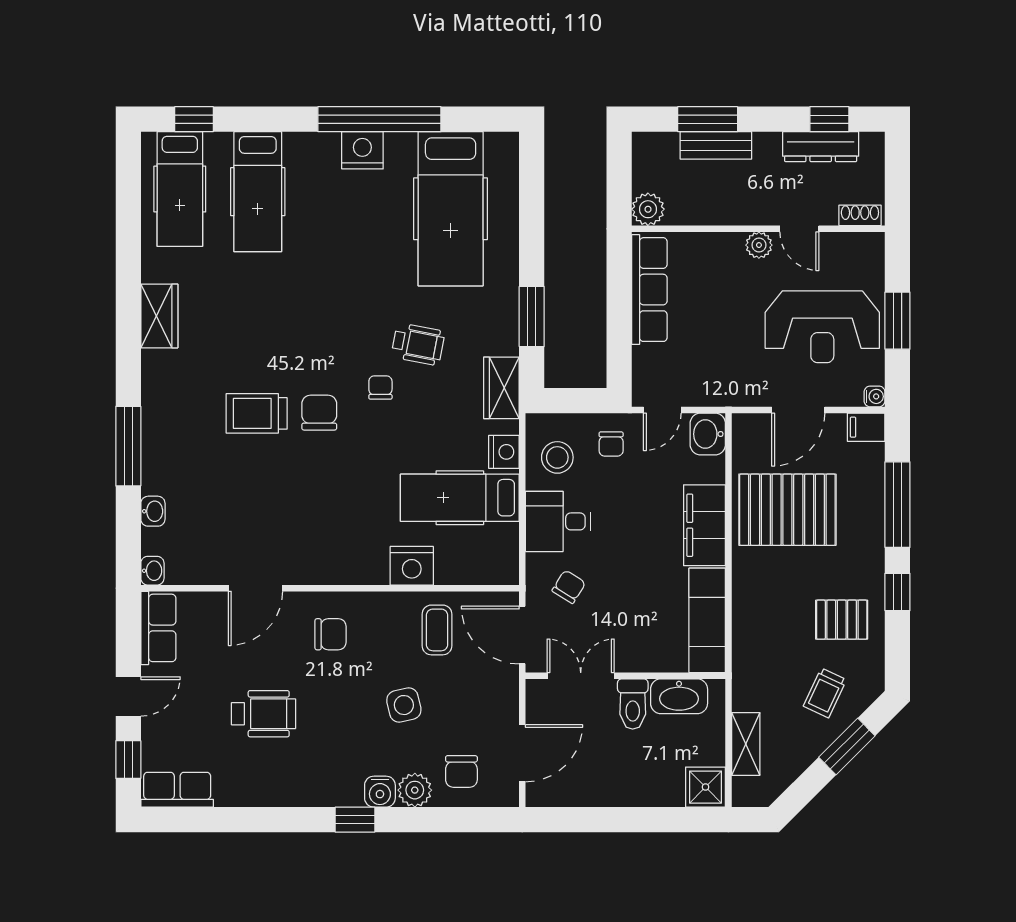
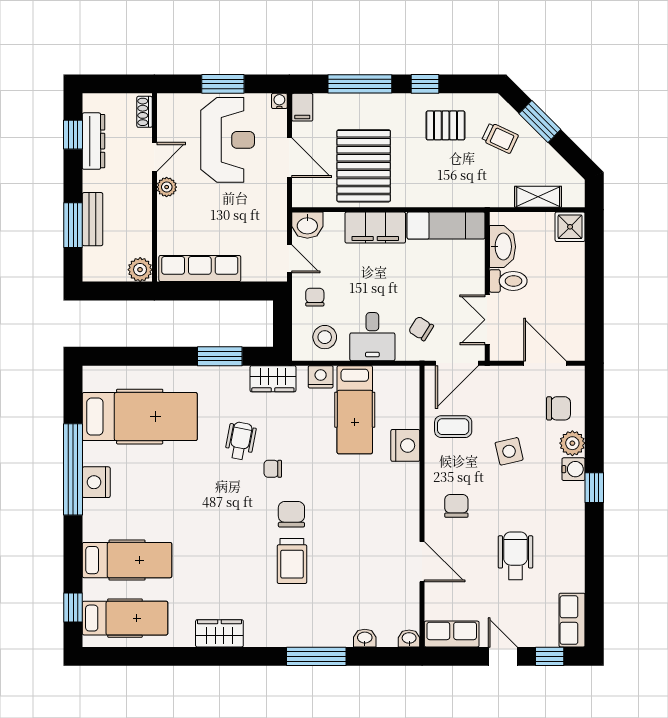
chair: (319, 413) -> (291, 514), turned 90
chair: (611, 444) -> (315, 297), turned -90
pallet: (842, 620) -> (446, 125), turned 90

